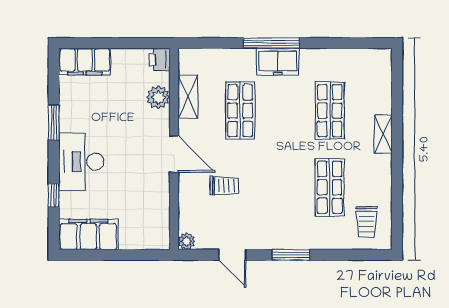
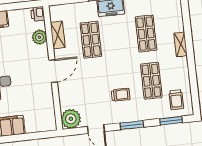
door: (174, 154) -> (53, 71), hinge flipped
trolley: (225, 186) -> (121, 95), moved
plant: (186, 241) -> (71, 119), width x1.87, depth x1.87
window: (354, 255) -> (171, 121), added

